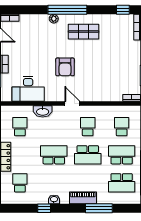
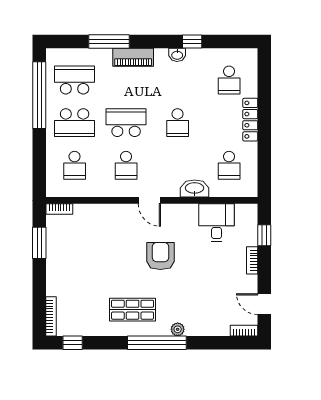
desk: (28, 89) -> (217, 223), width x0.73
school desk: (54, 155) -> (178, 123), width x0.54

